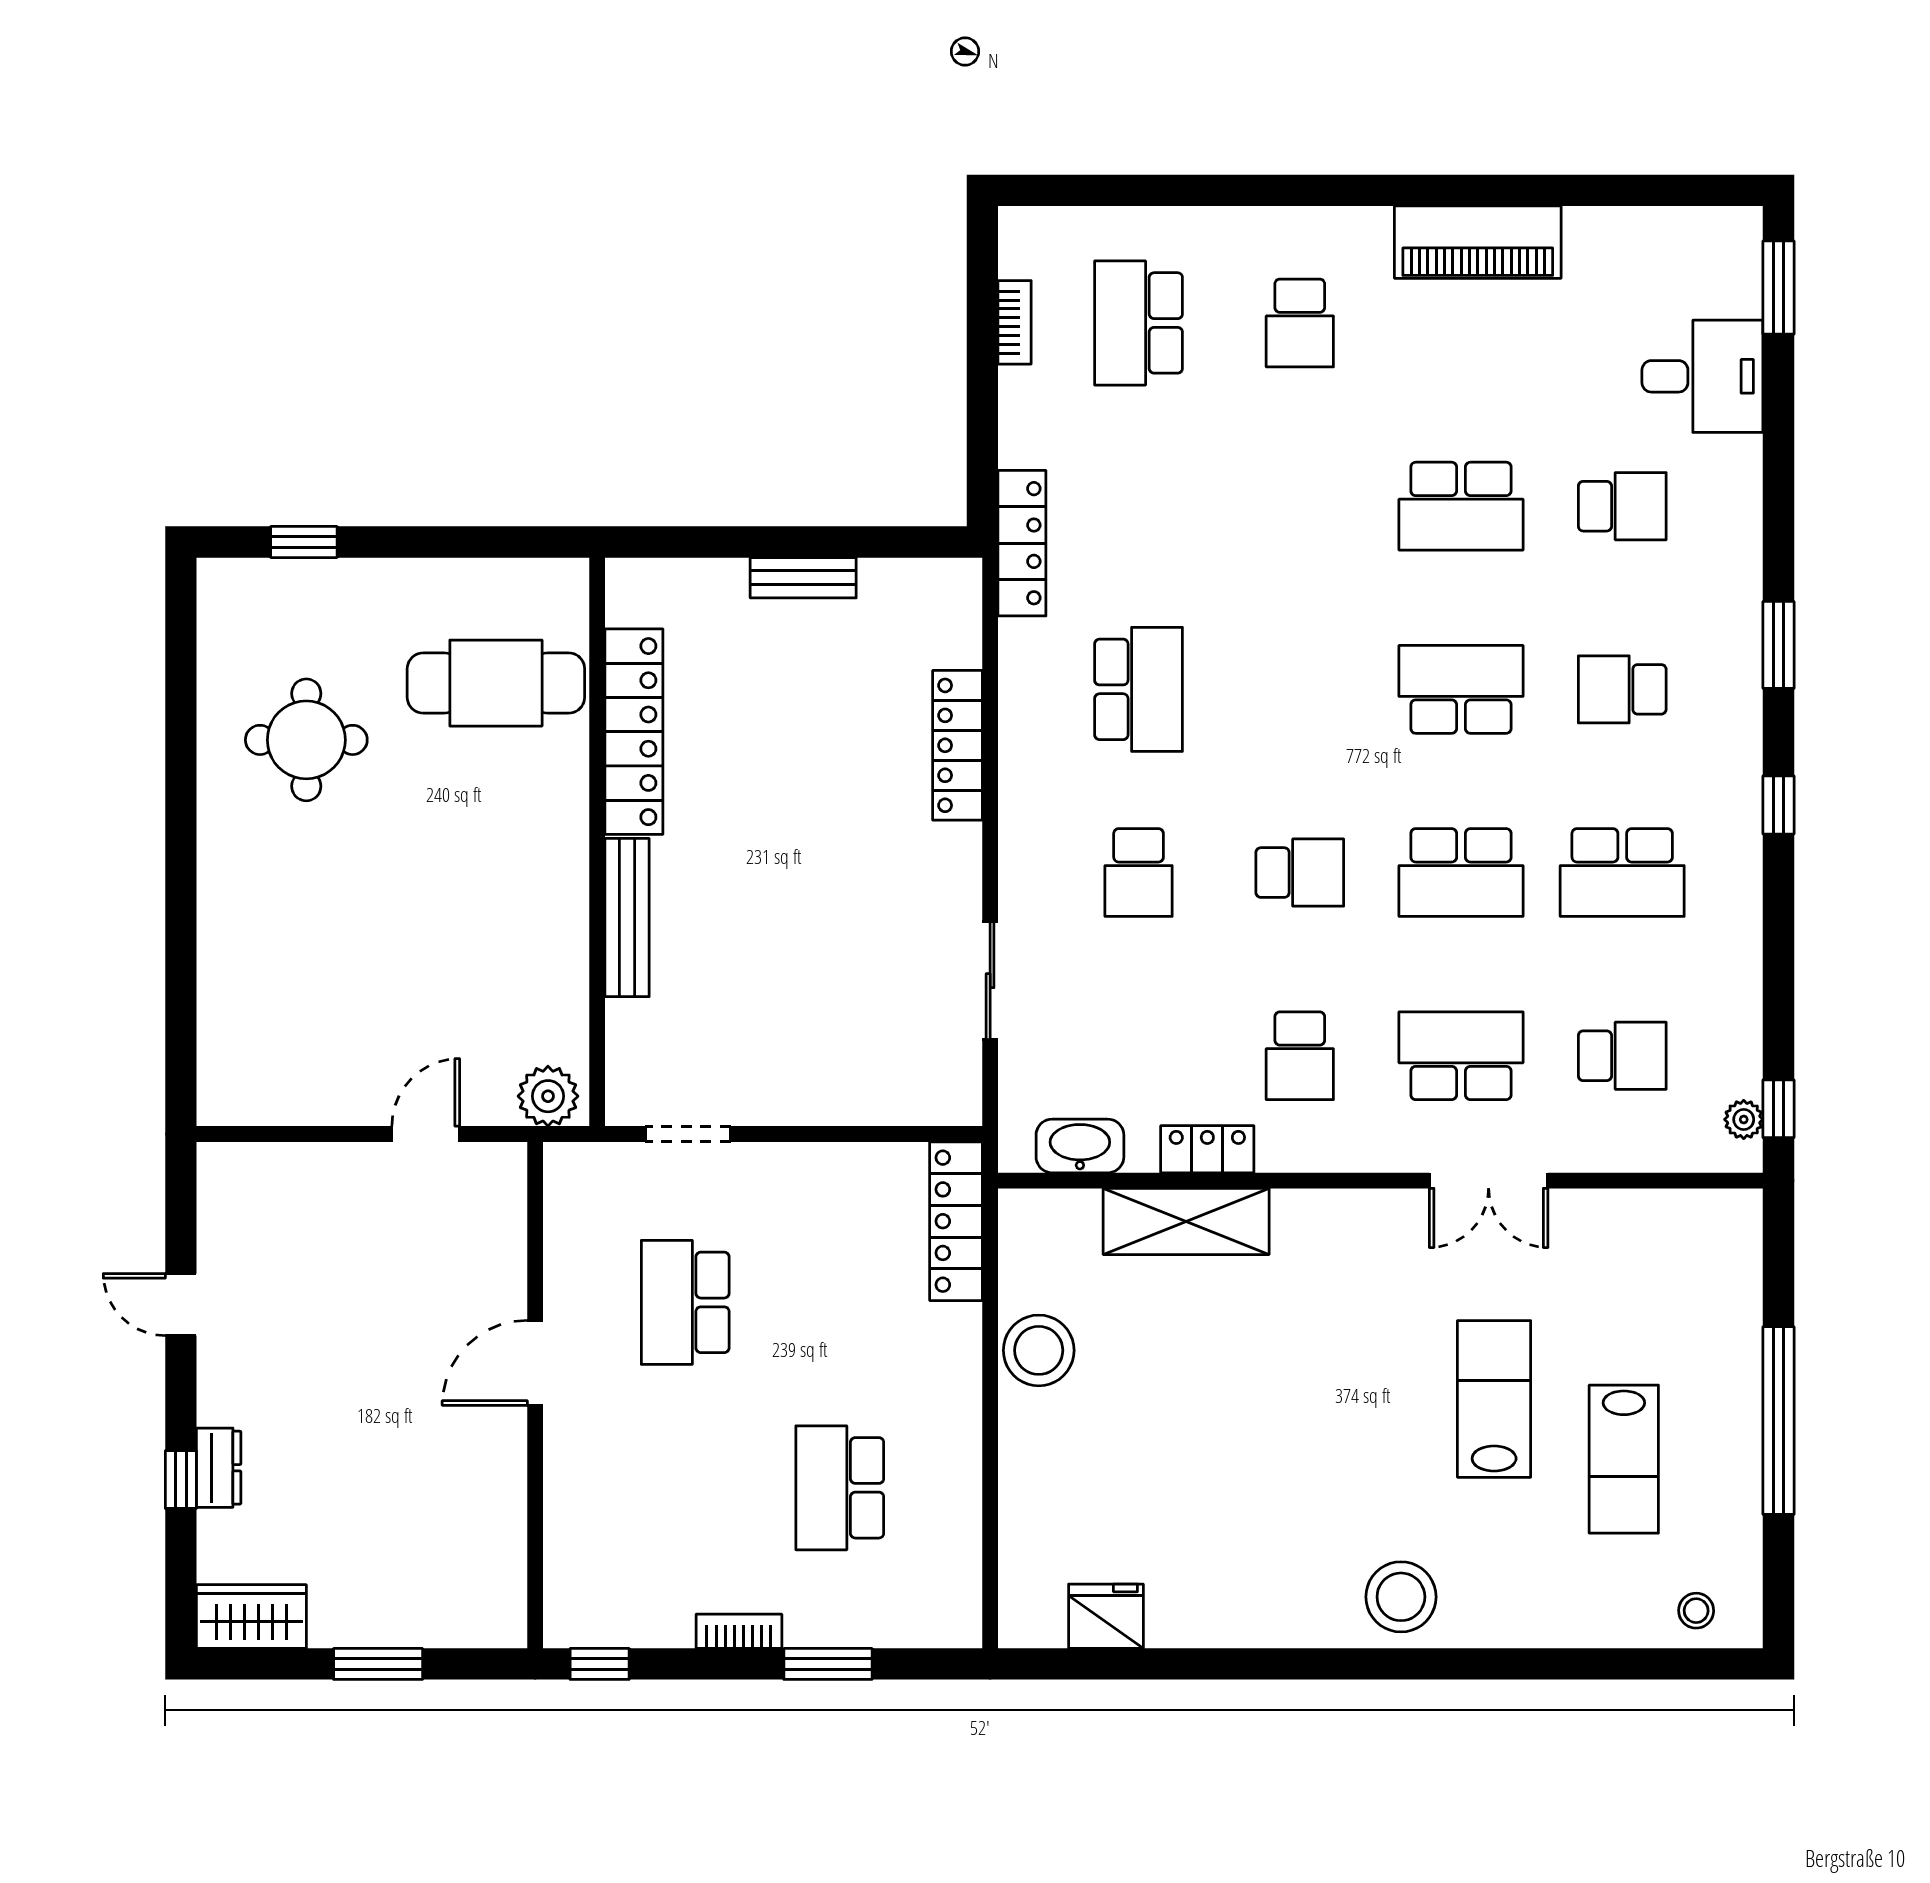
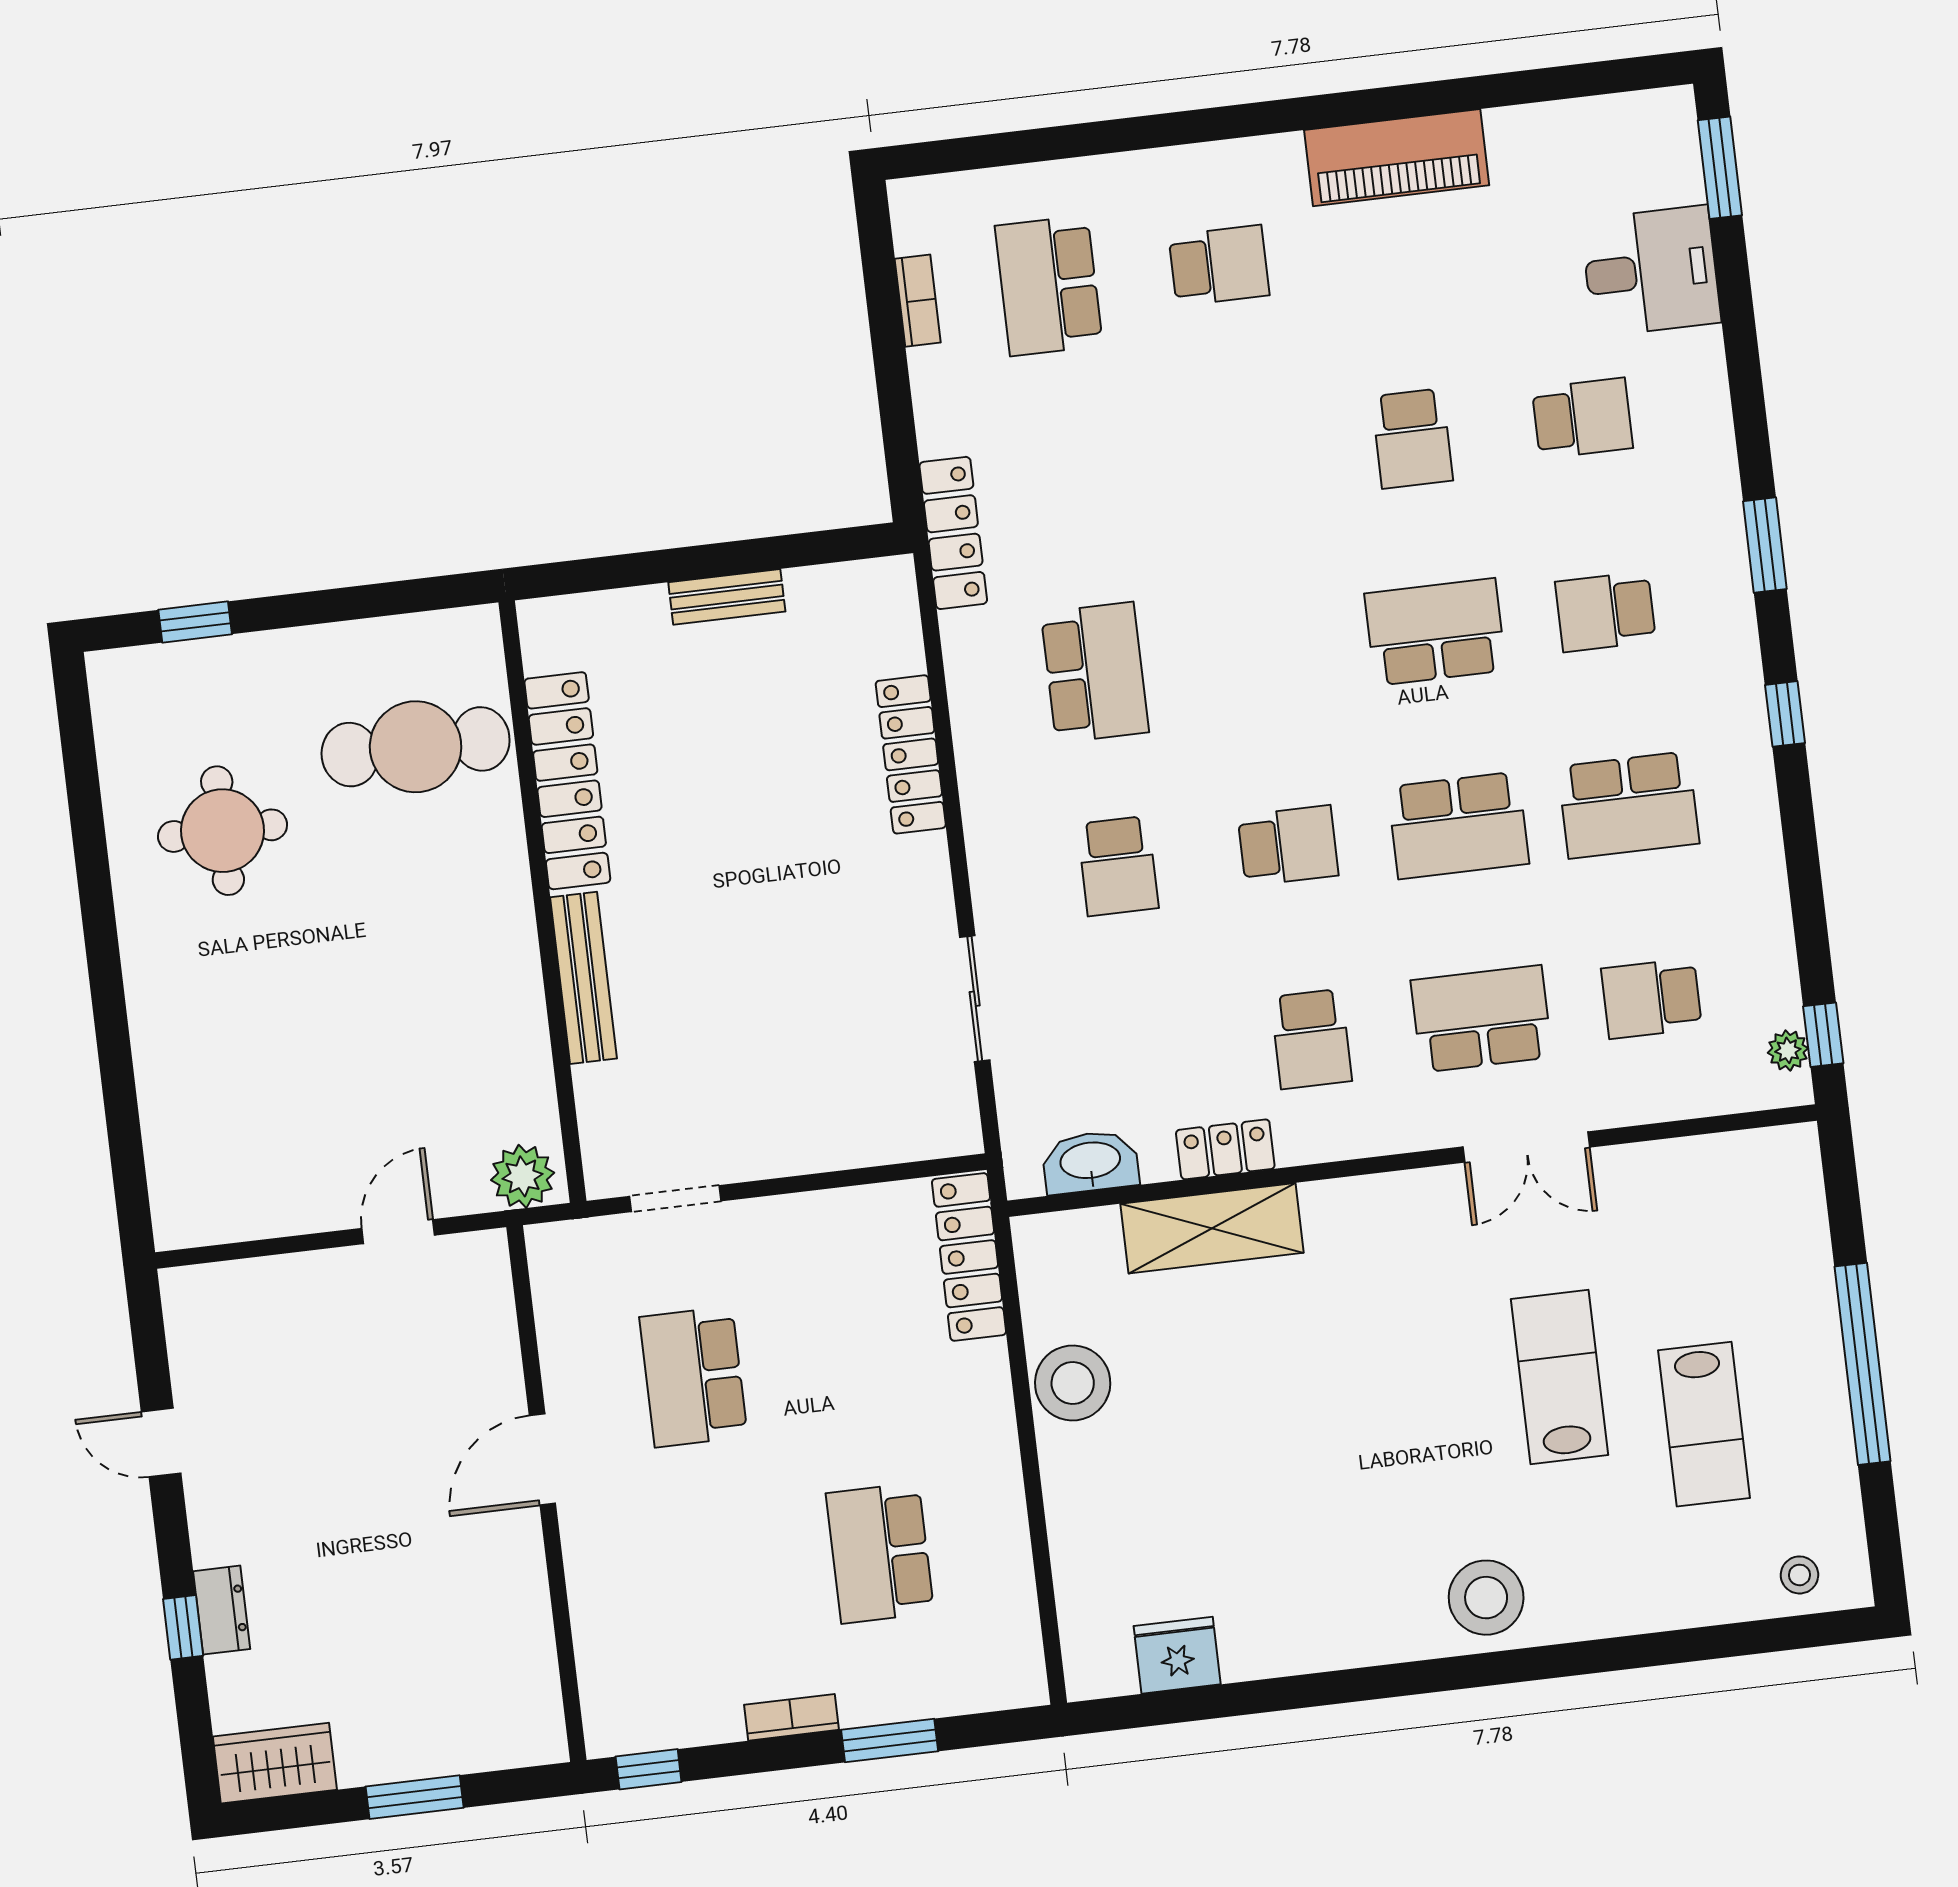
school desk: (1300, 323) -> (1219, 265), turned -90
school desk: (1461, 506) -> (1412, 439), width x0.54
school desk: (1622, 1056) -> (1652, 998), turned 180

